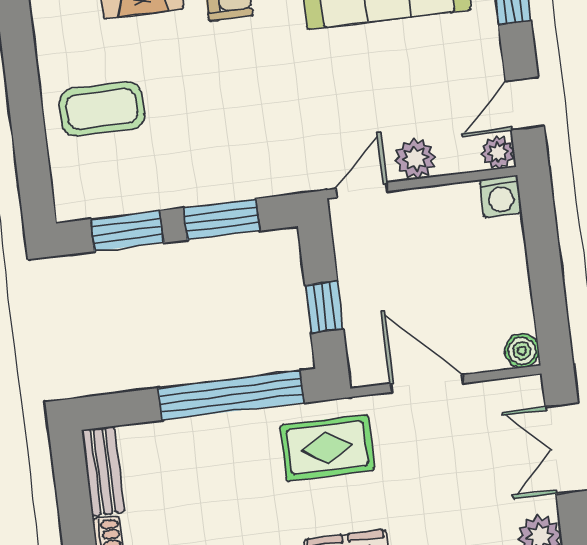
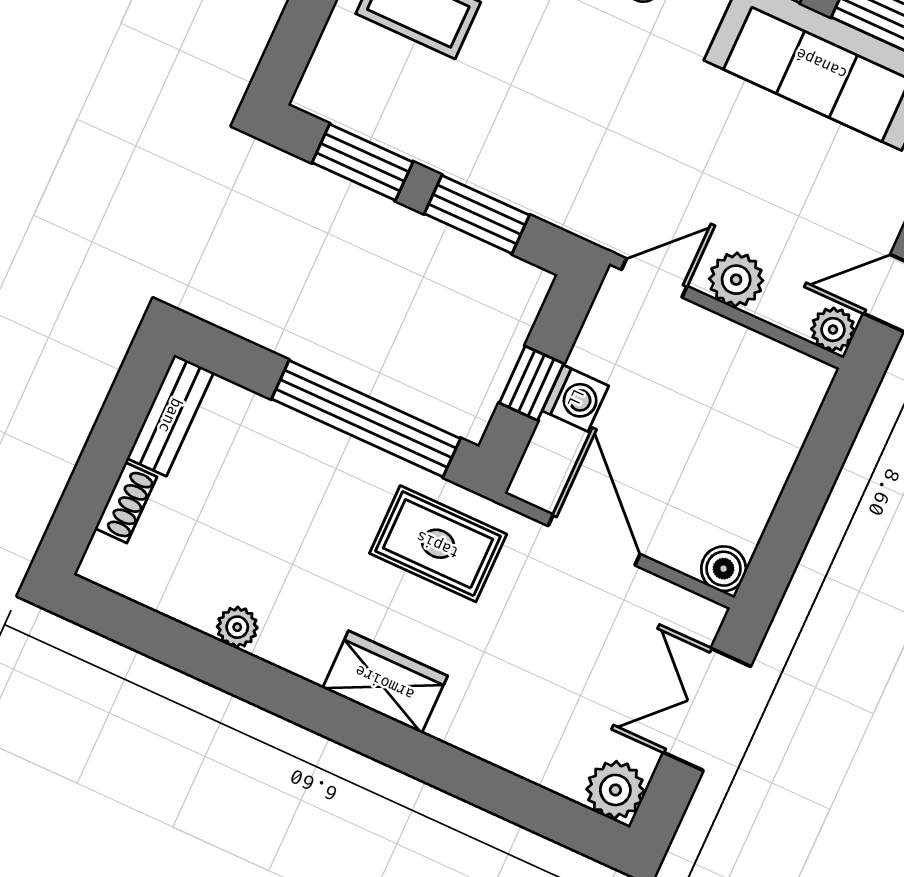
washing machine: (501, 196) -> (575, 398), moved, turned -90

